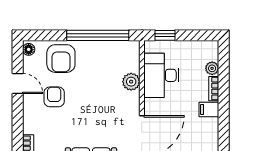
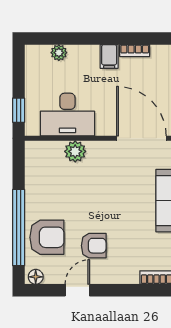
window: (98, 35) -> (19, 227), moved
bookcase: (214, 89) -> (135, 51), moved
armchair: (54, 97) -> (94, 246), turned 180

